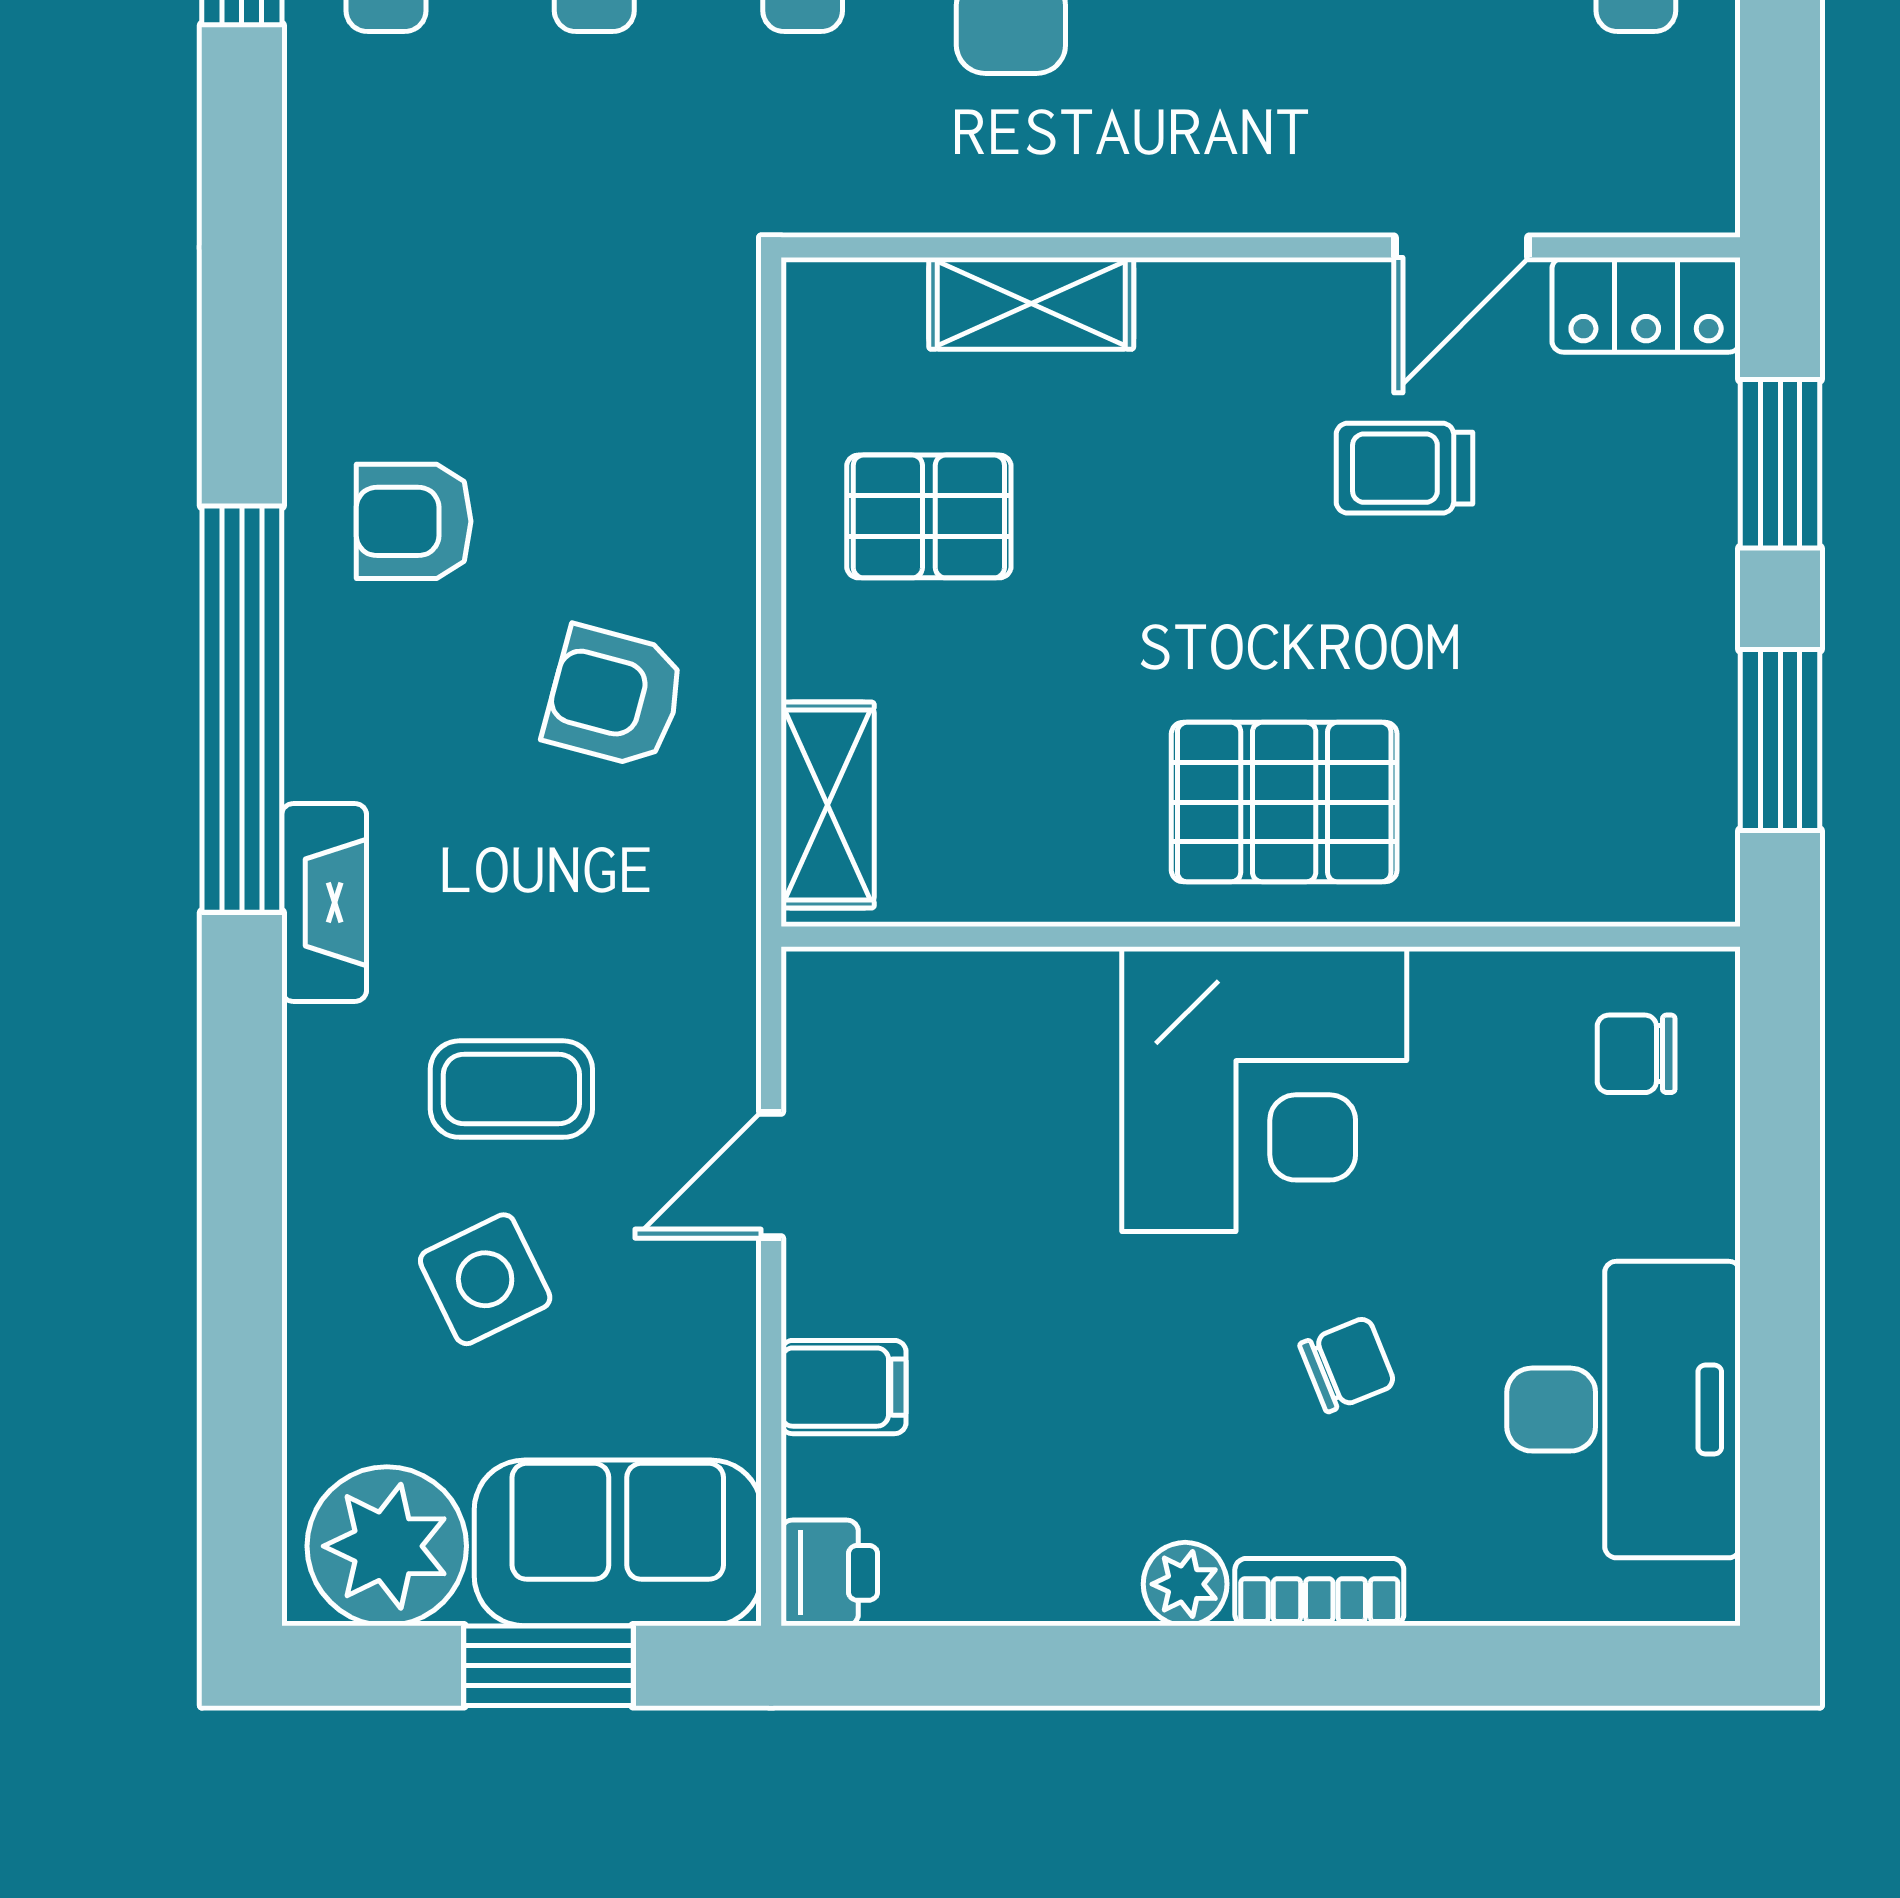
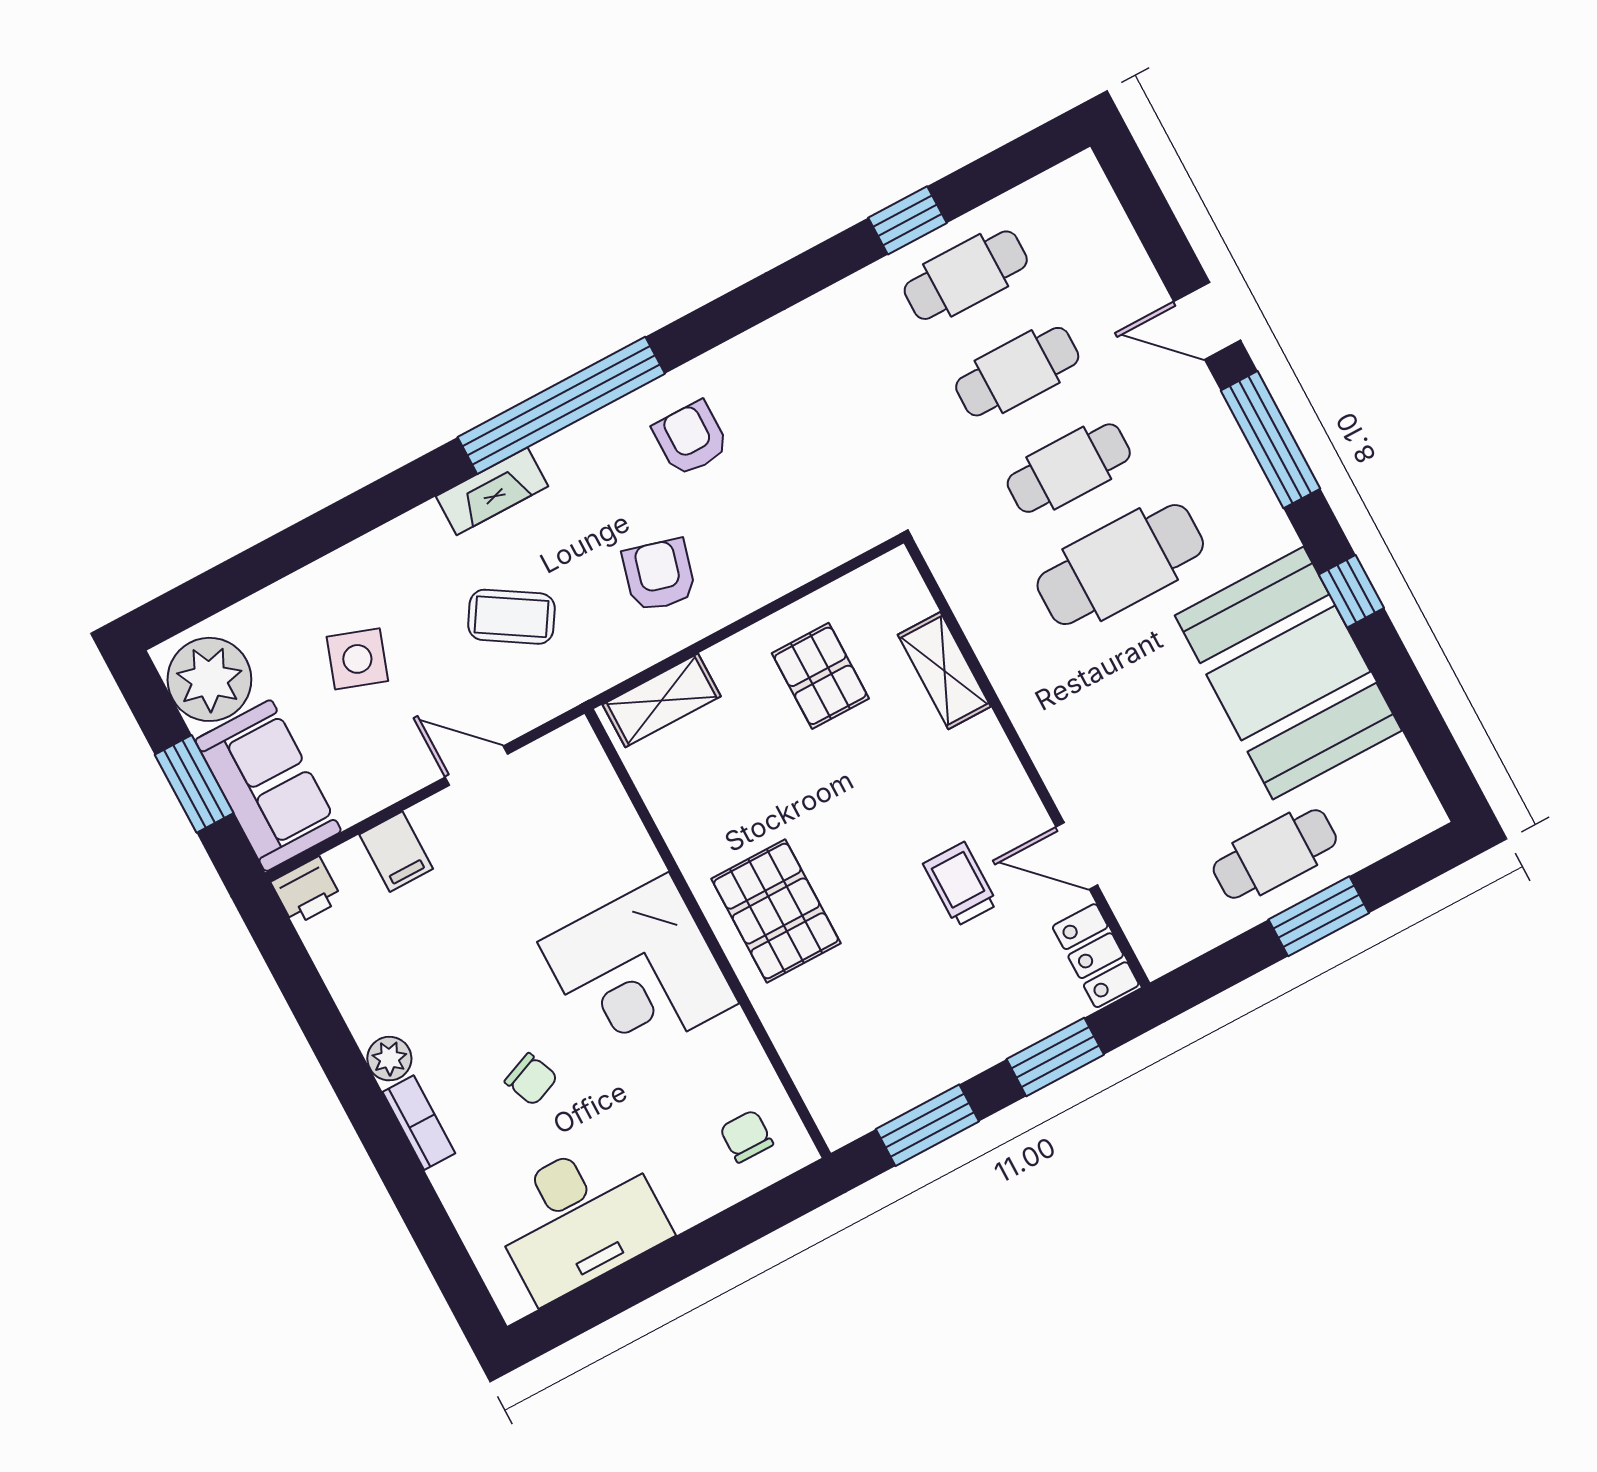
coffee table: (511, 1089) -> (511, 617), moved, turned -58
side table: (485, 1279) -> (357, 659), turned 45

